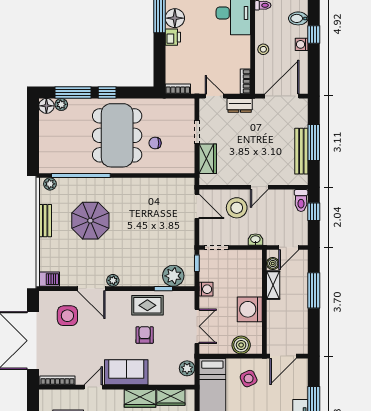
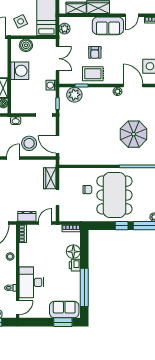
floor lamp: (175, 18) -> (73, 252), moved
door: (214, 96) -> (45, 223), swing flipped
double door: (197, 326) -> (58, 59), swing flipped

